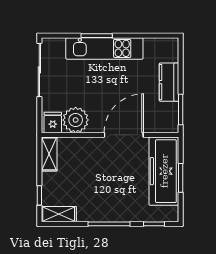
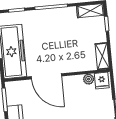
plant: (76, 120) -> (89, 79), width x0.53, depth x0.53
door: (124, 135) -> (46, 76), hinge flipped

